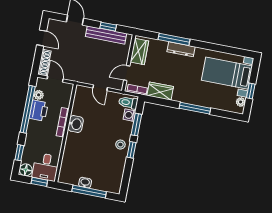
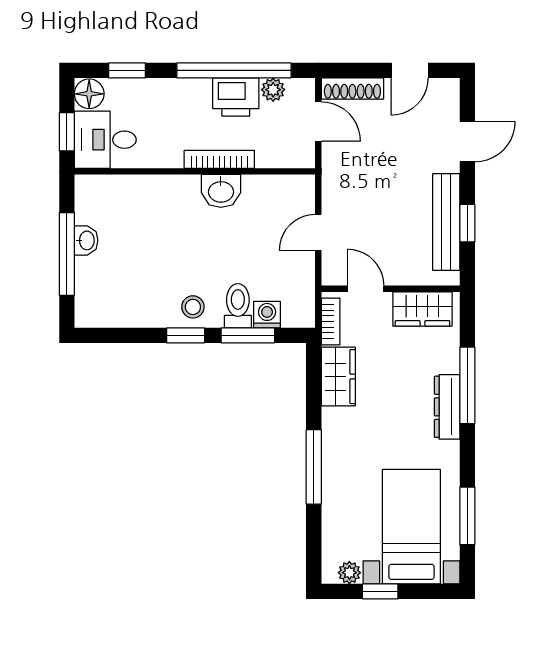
window: (227, 50) -> (467, 516), added
door: (55, 79) -> (318, 122), hinge flipped
toilet: (128, 103) -> (238, 306), moved

